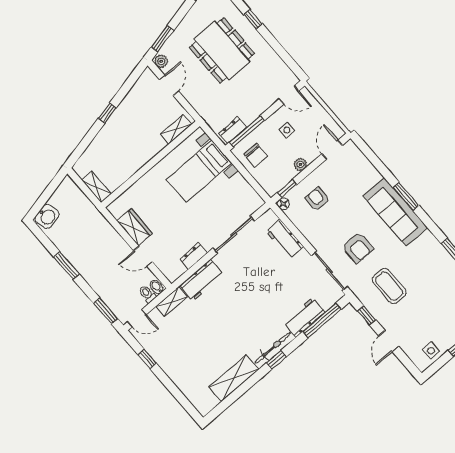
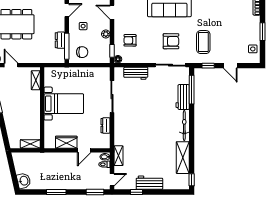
dresser: (233, 130) -> (60, 40), moved
bed with nightstands: (199, 171) -> (64, 104), moved, turned -90
workbench: (202, 280) -> (149, 183), moved, turned -90
coffee table: (389, 286) -> (203, 42), turned 90
window: (276, 360) -> (192, 180), moved

